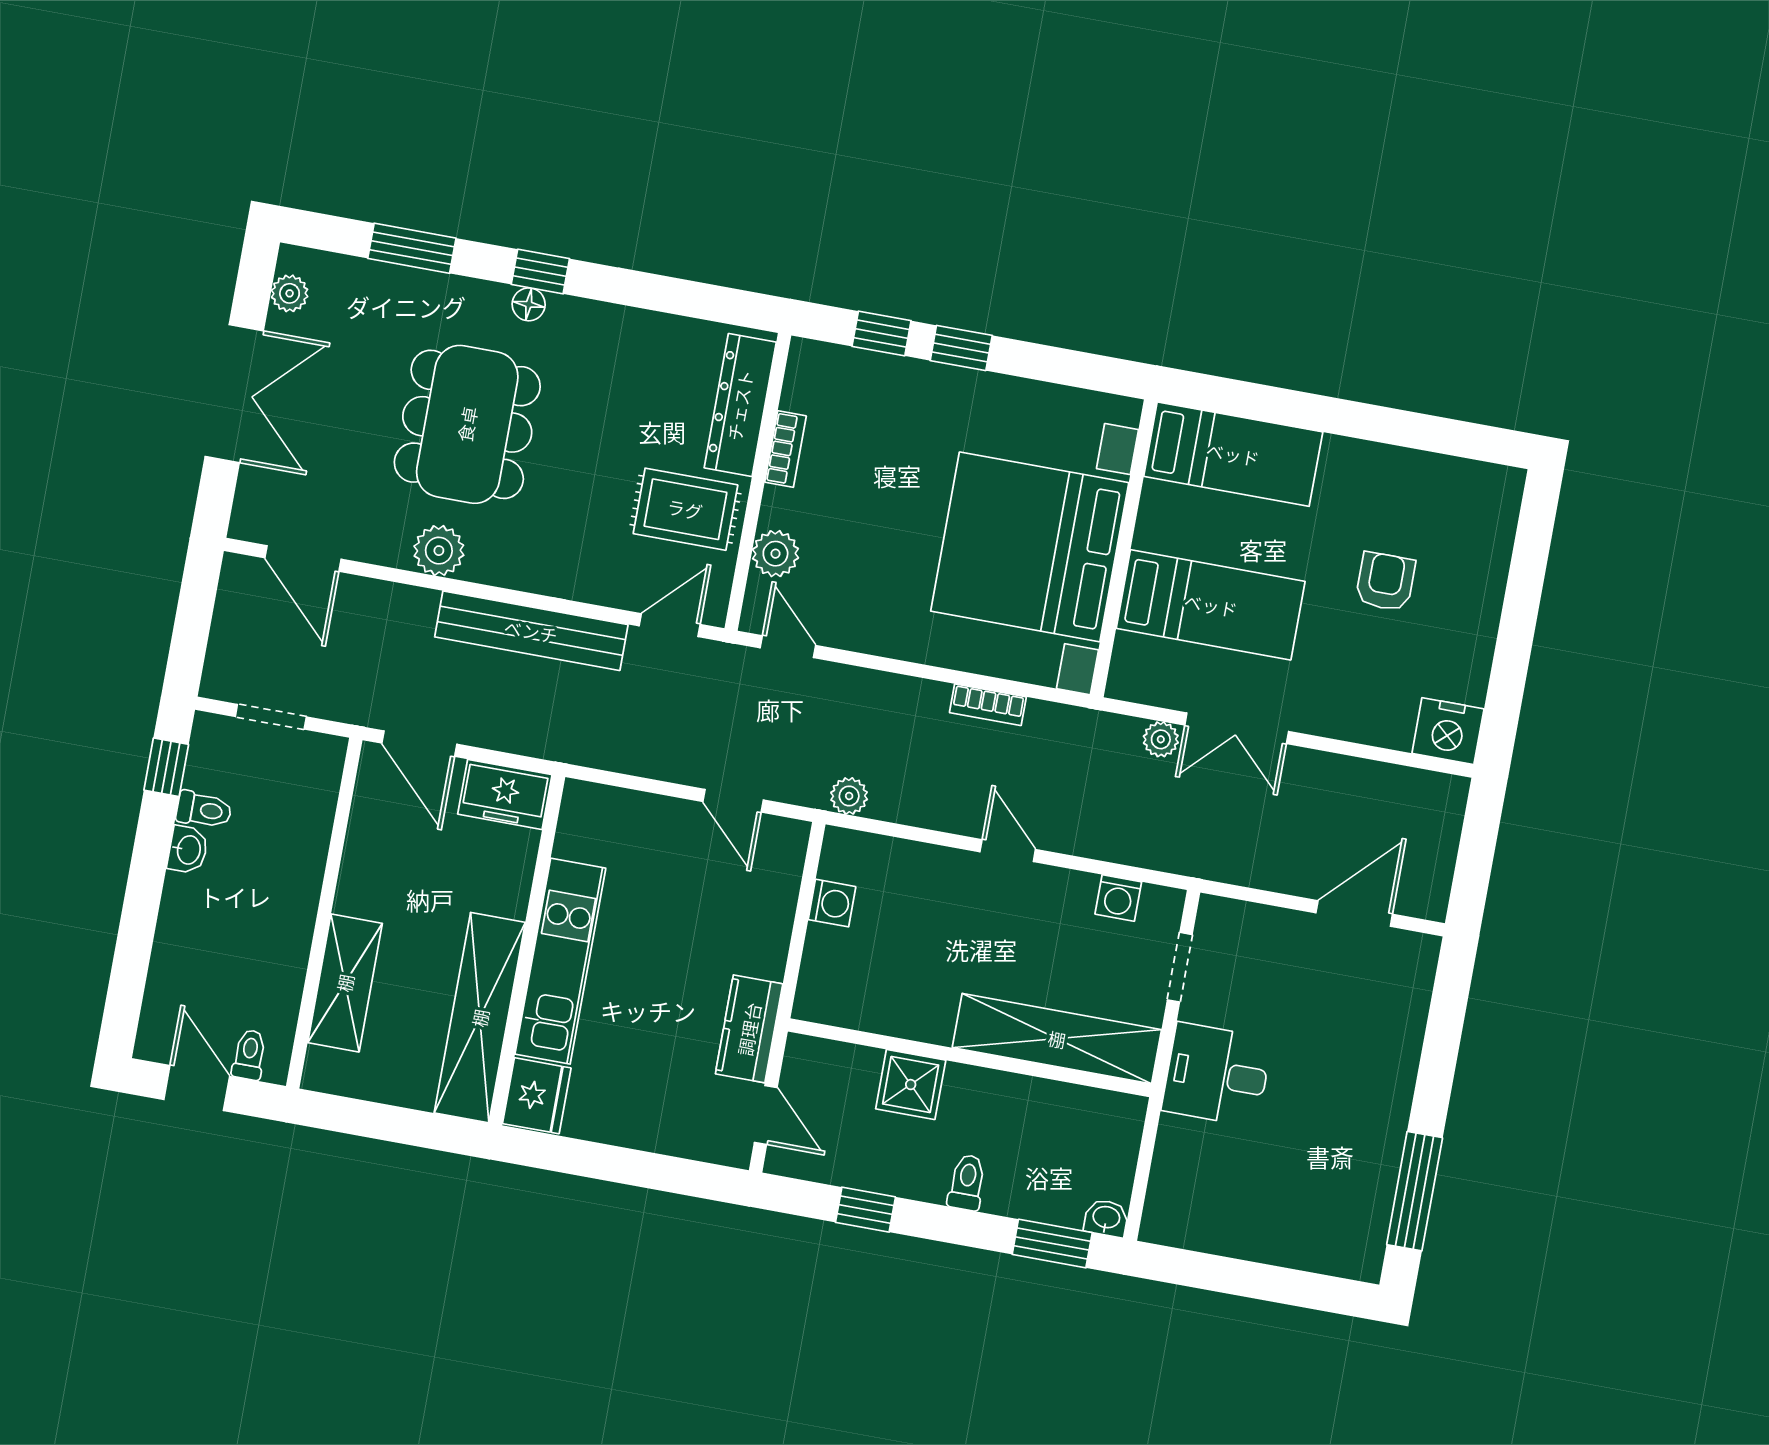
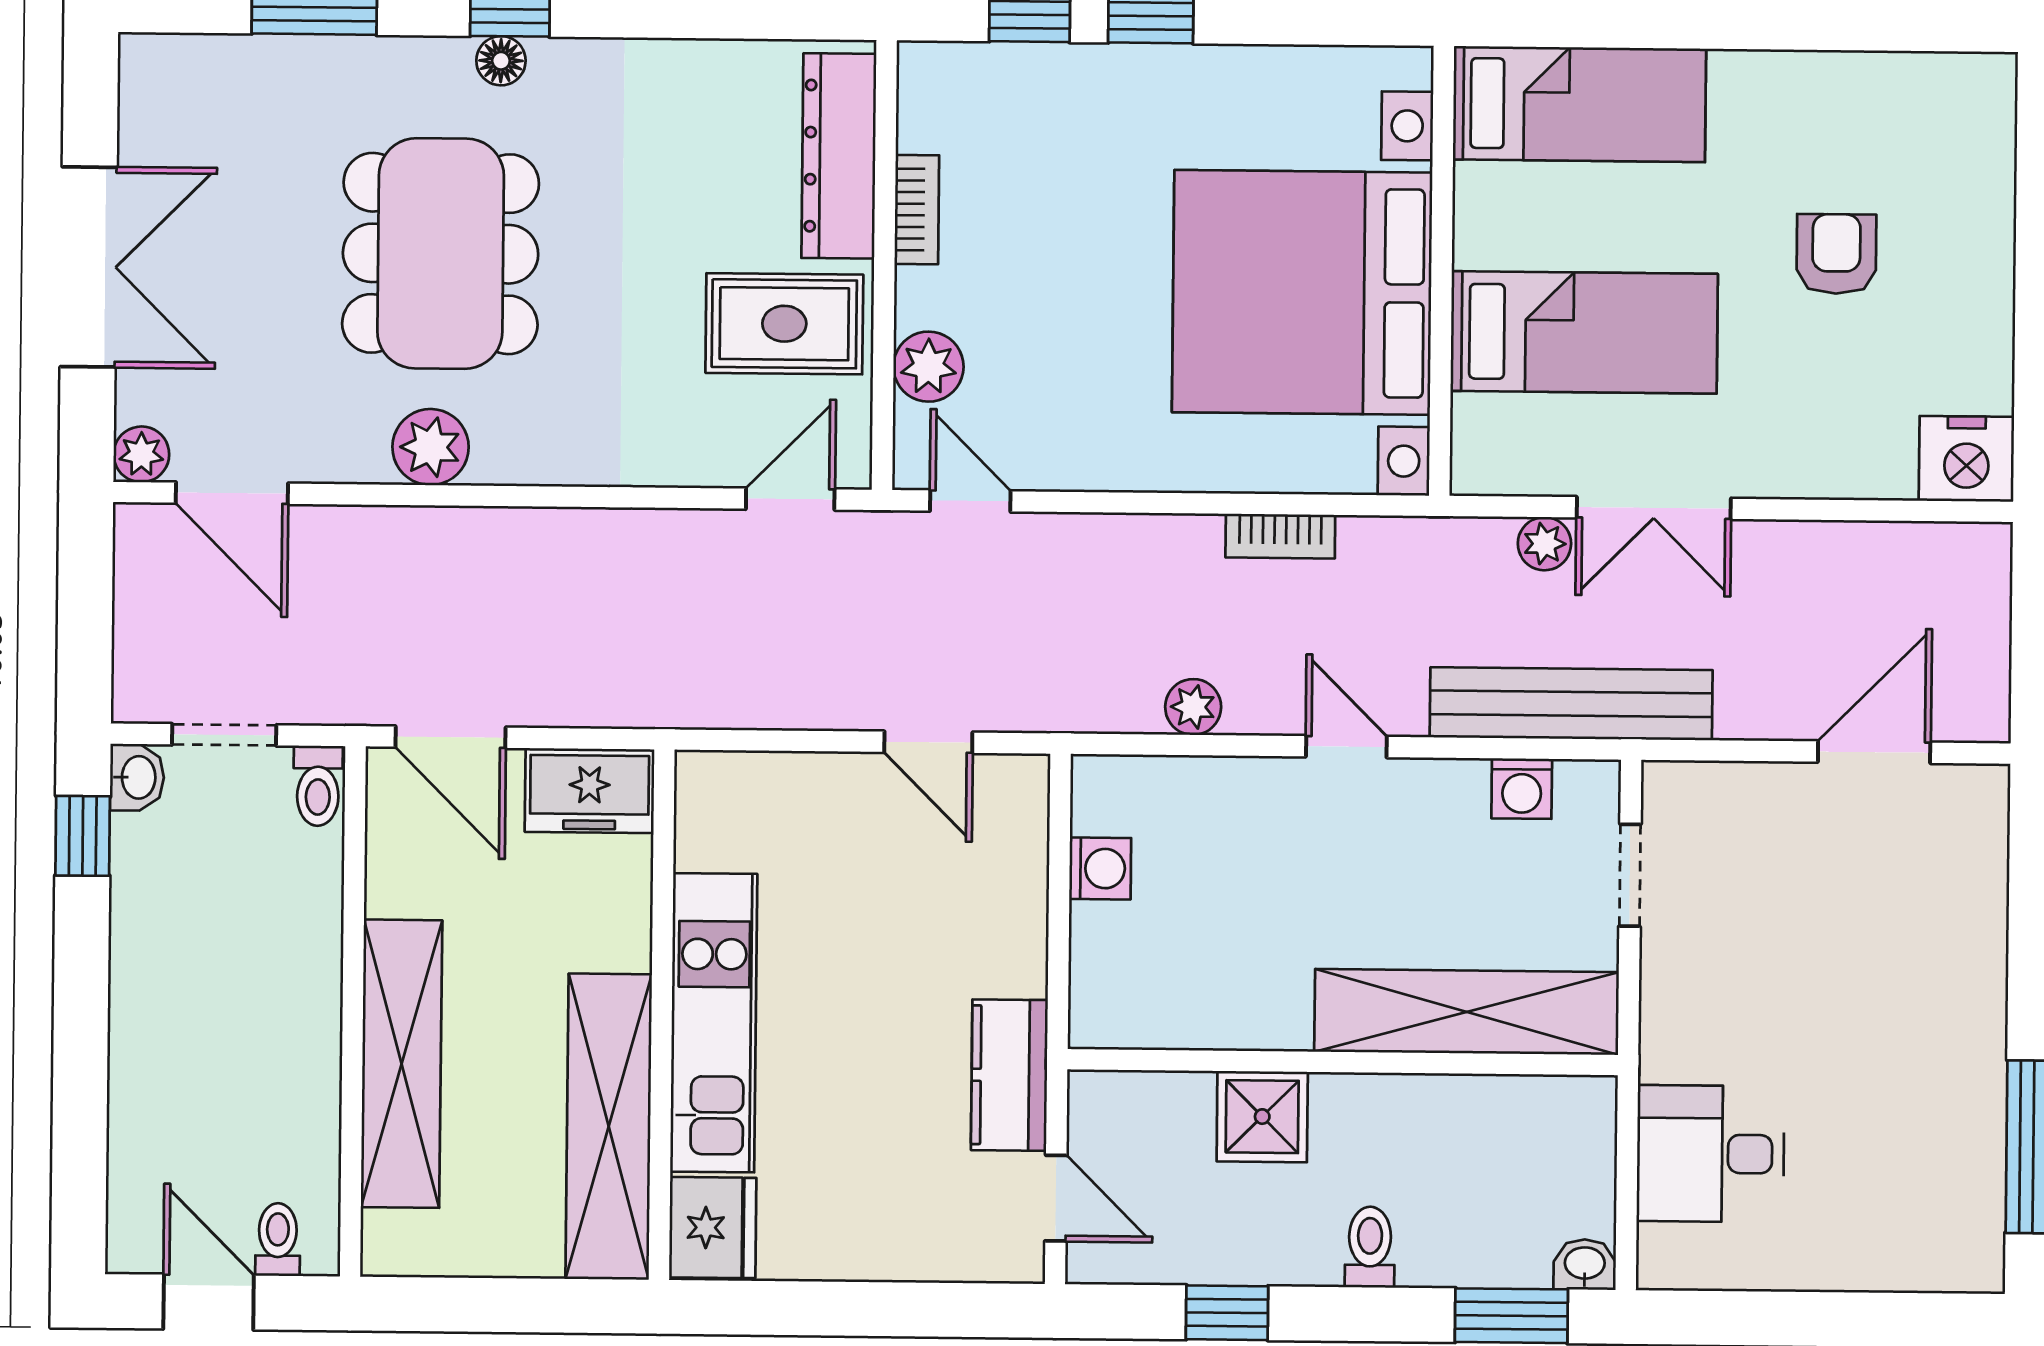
plant: (290, 293) -> (141, 454), moved
bench: (531, 631) -> (1571, 704), moved
plant: (849, 796) -> (1193, 707), moved
toilet: (204, 810) -> (318, 786), moved, turned 90
washbasin: (188, 850) -> (137, 777), moved
shelving: (345, 983) -> (402, 1064), width x1.47
desk: (1217, 1075) -> (1710, 1154), moved

